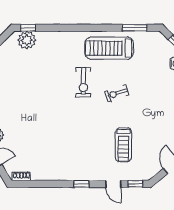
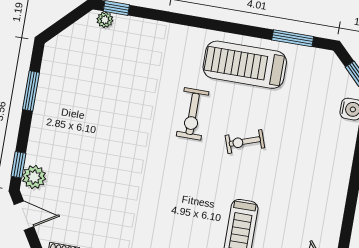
plant: (27, 40) -> (105, 20), width x0.53, depth x0.53

